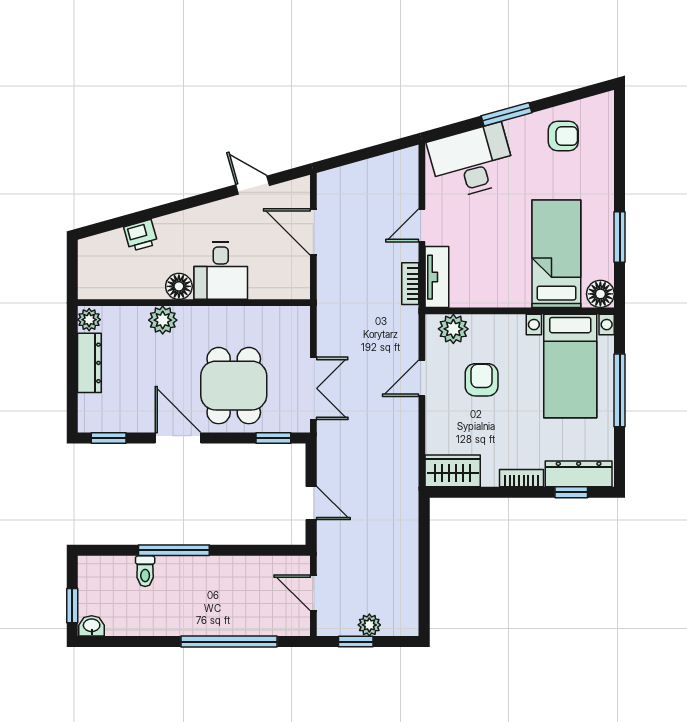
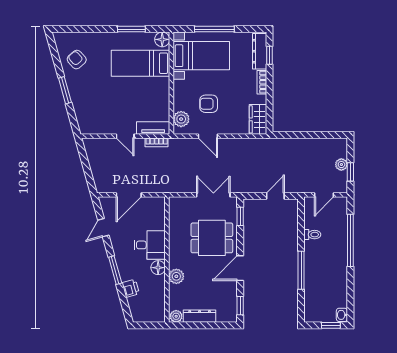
armchair: (563, 136) -> (77, 60), turned -42
desk: (472, 161) -> (90, 109), removed
window: (174, 207) -> (115, 270), added
toilet: (145, 571) -> (312, 235), moved

